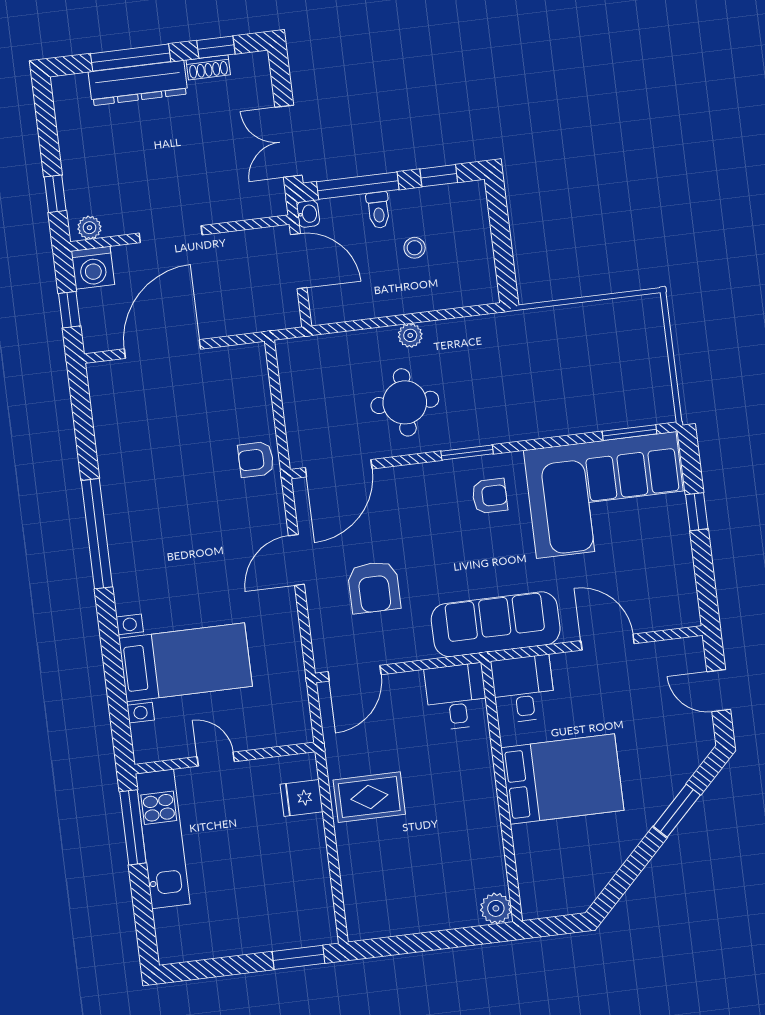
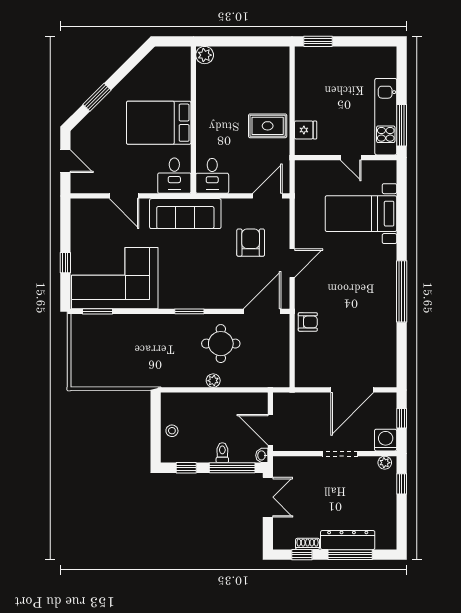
stool: (415, 248) -> (172, 431), moved
armchair: (490, 496) -> (180, 286), removed

